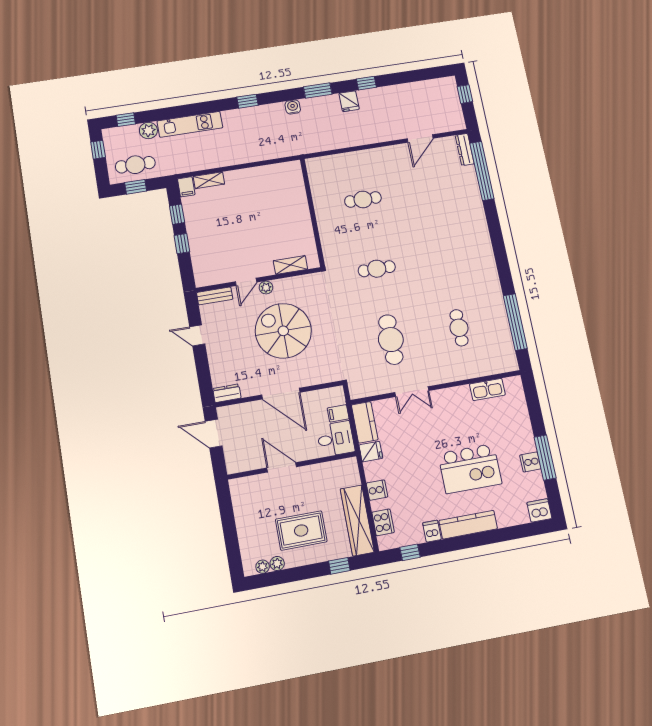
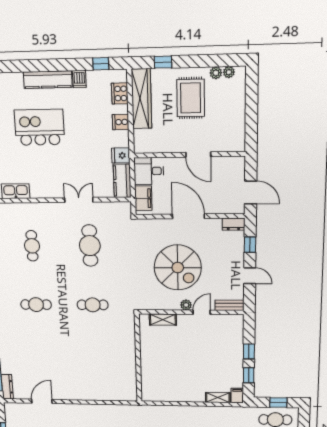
cafe table: (363, 199) -> (36, 305), moved
window: (203, 372) -> (250, 245), added
filing cabinet: (338, 413) -> (143, 198), width x2.00
rug: (301, 531) -> (191, 98), turned 90

